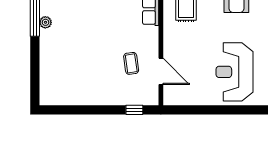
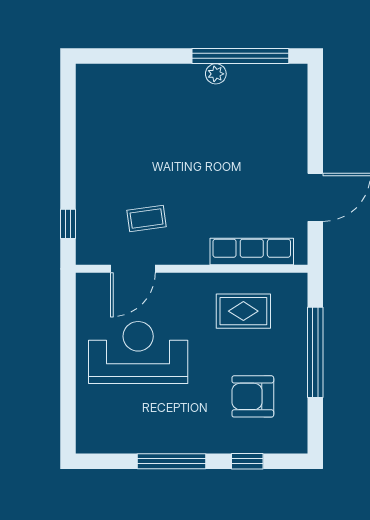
reception desk: (234, 72) -> (138, 352), moved

